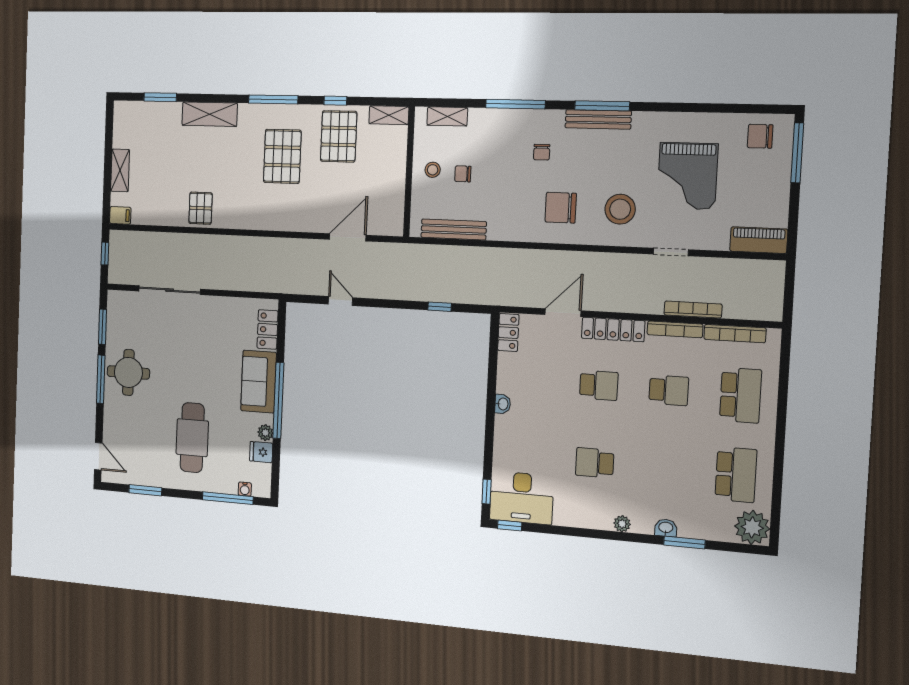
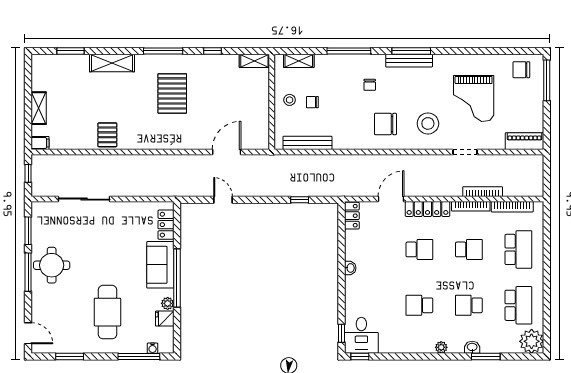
pallet: (339, 136) -> (216, 77), removed
school desk: (664, 469) -> (469, 305), added
desk: (522, 498) -> (361, 335), width x0.73

